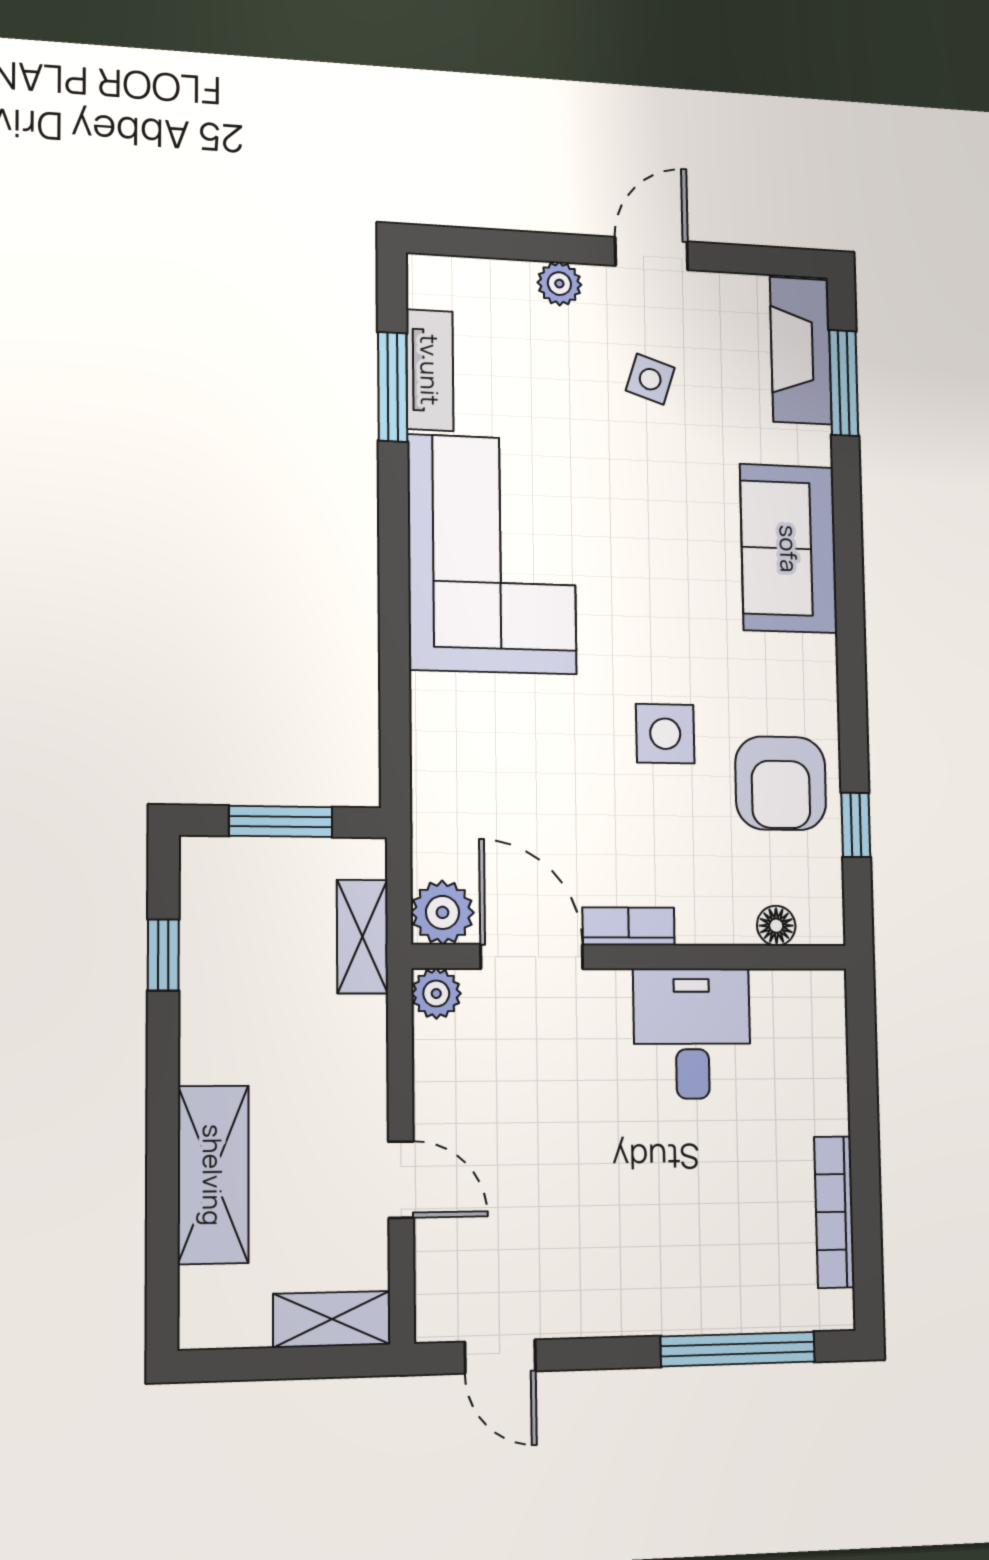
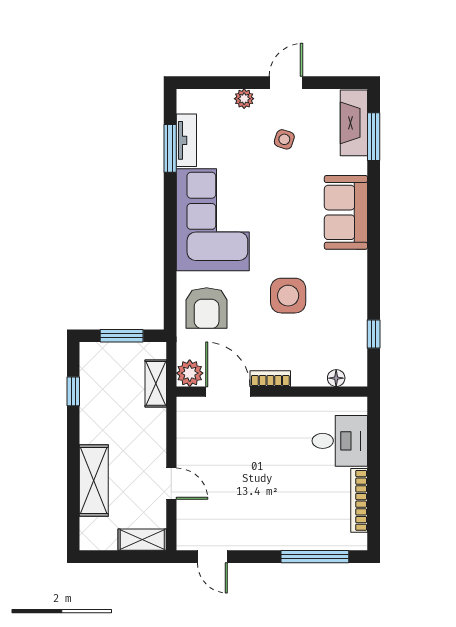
side table: (665, 734) -> (288, 296), width x1.37, depth x1.37
armchair: (781, 783) -> (207, 308), moved
plant: (436, 994) -> (187, 407), removed
desk: (692, 1034) -> (340, 441), moved, turned 90

